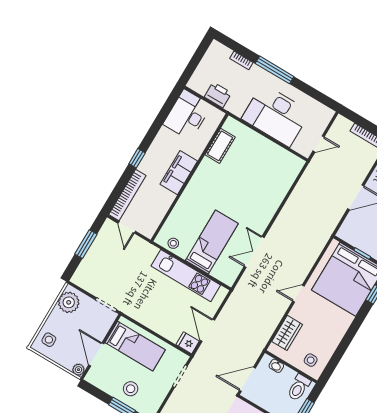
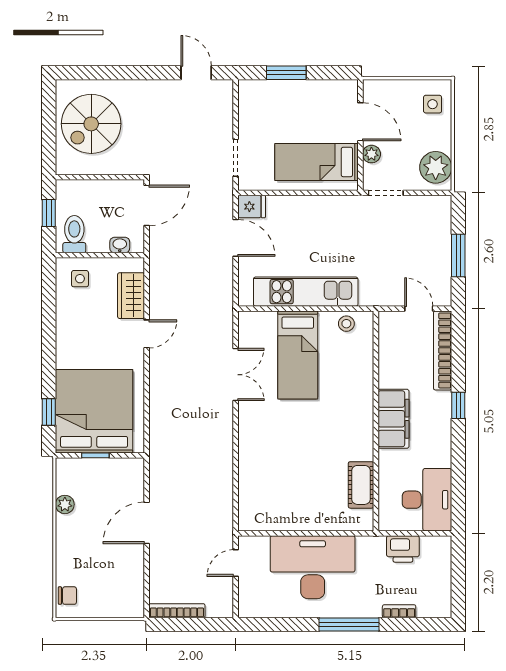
door: (298, 294) -> (147, 334), moved
plant: (78, 370) -> (371, 154), moved
stool: (131, 389) -> (290, 104), removed

